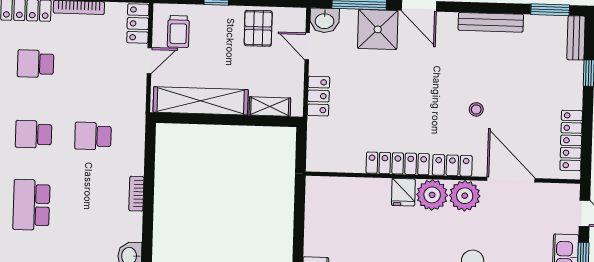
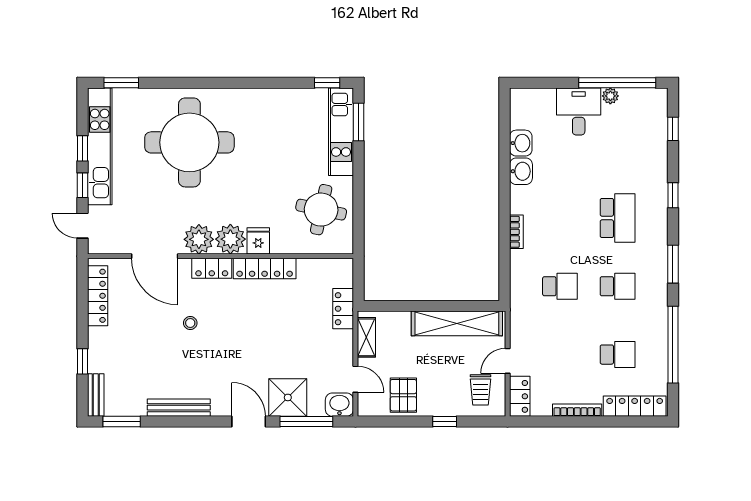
trolley: (178, 31) -> (480, 390), turned 180
locker: (318, 96) -> (343, 309), moved
shelving: (270, 107) -> (366, 337), moved, turned 90
round table: (337, 223) -> (321, 210), added

